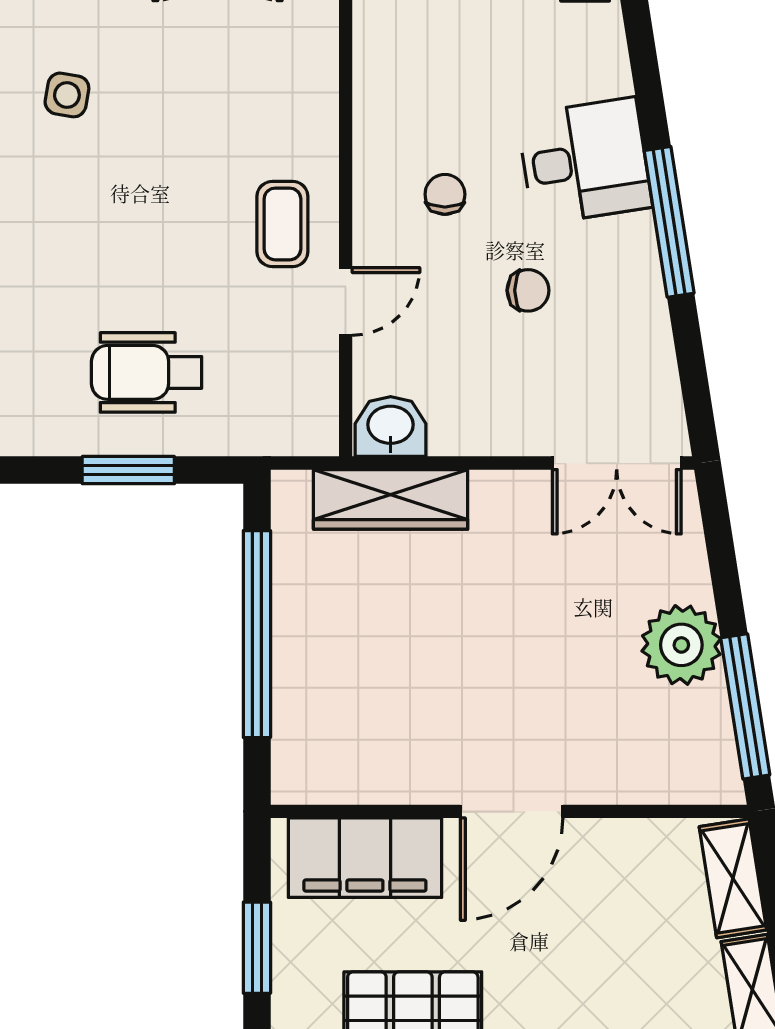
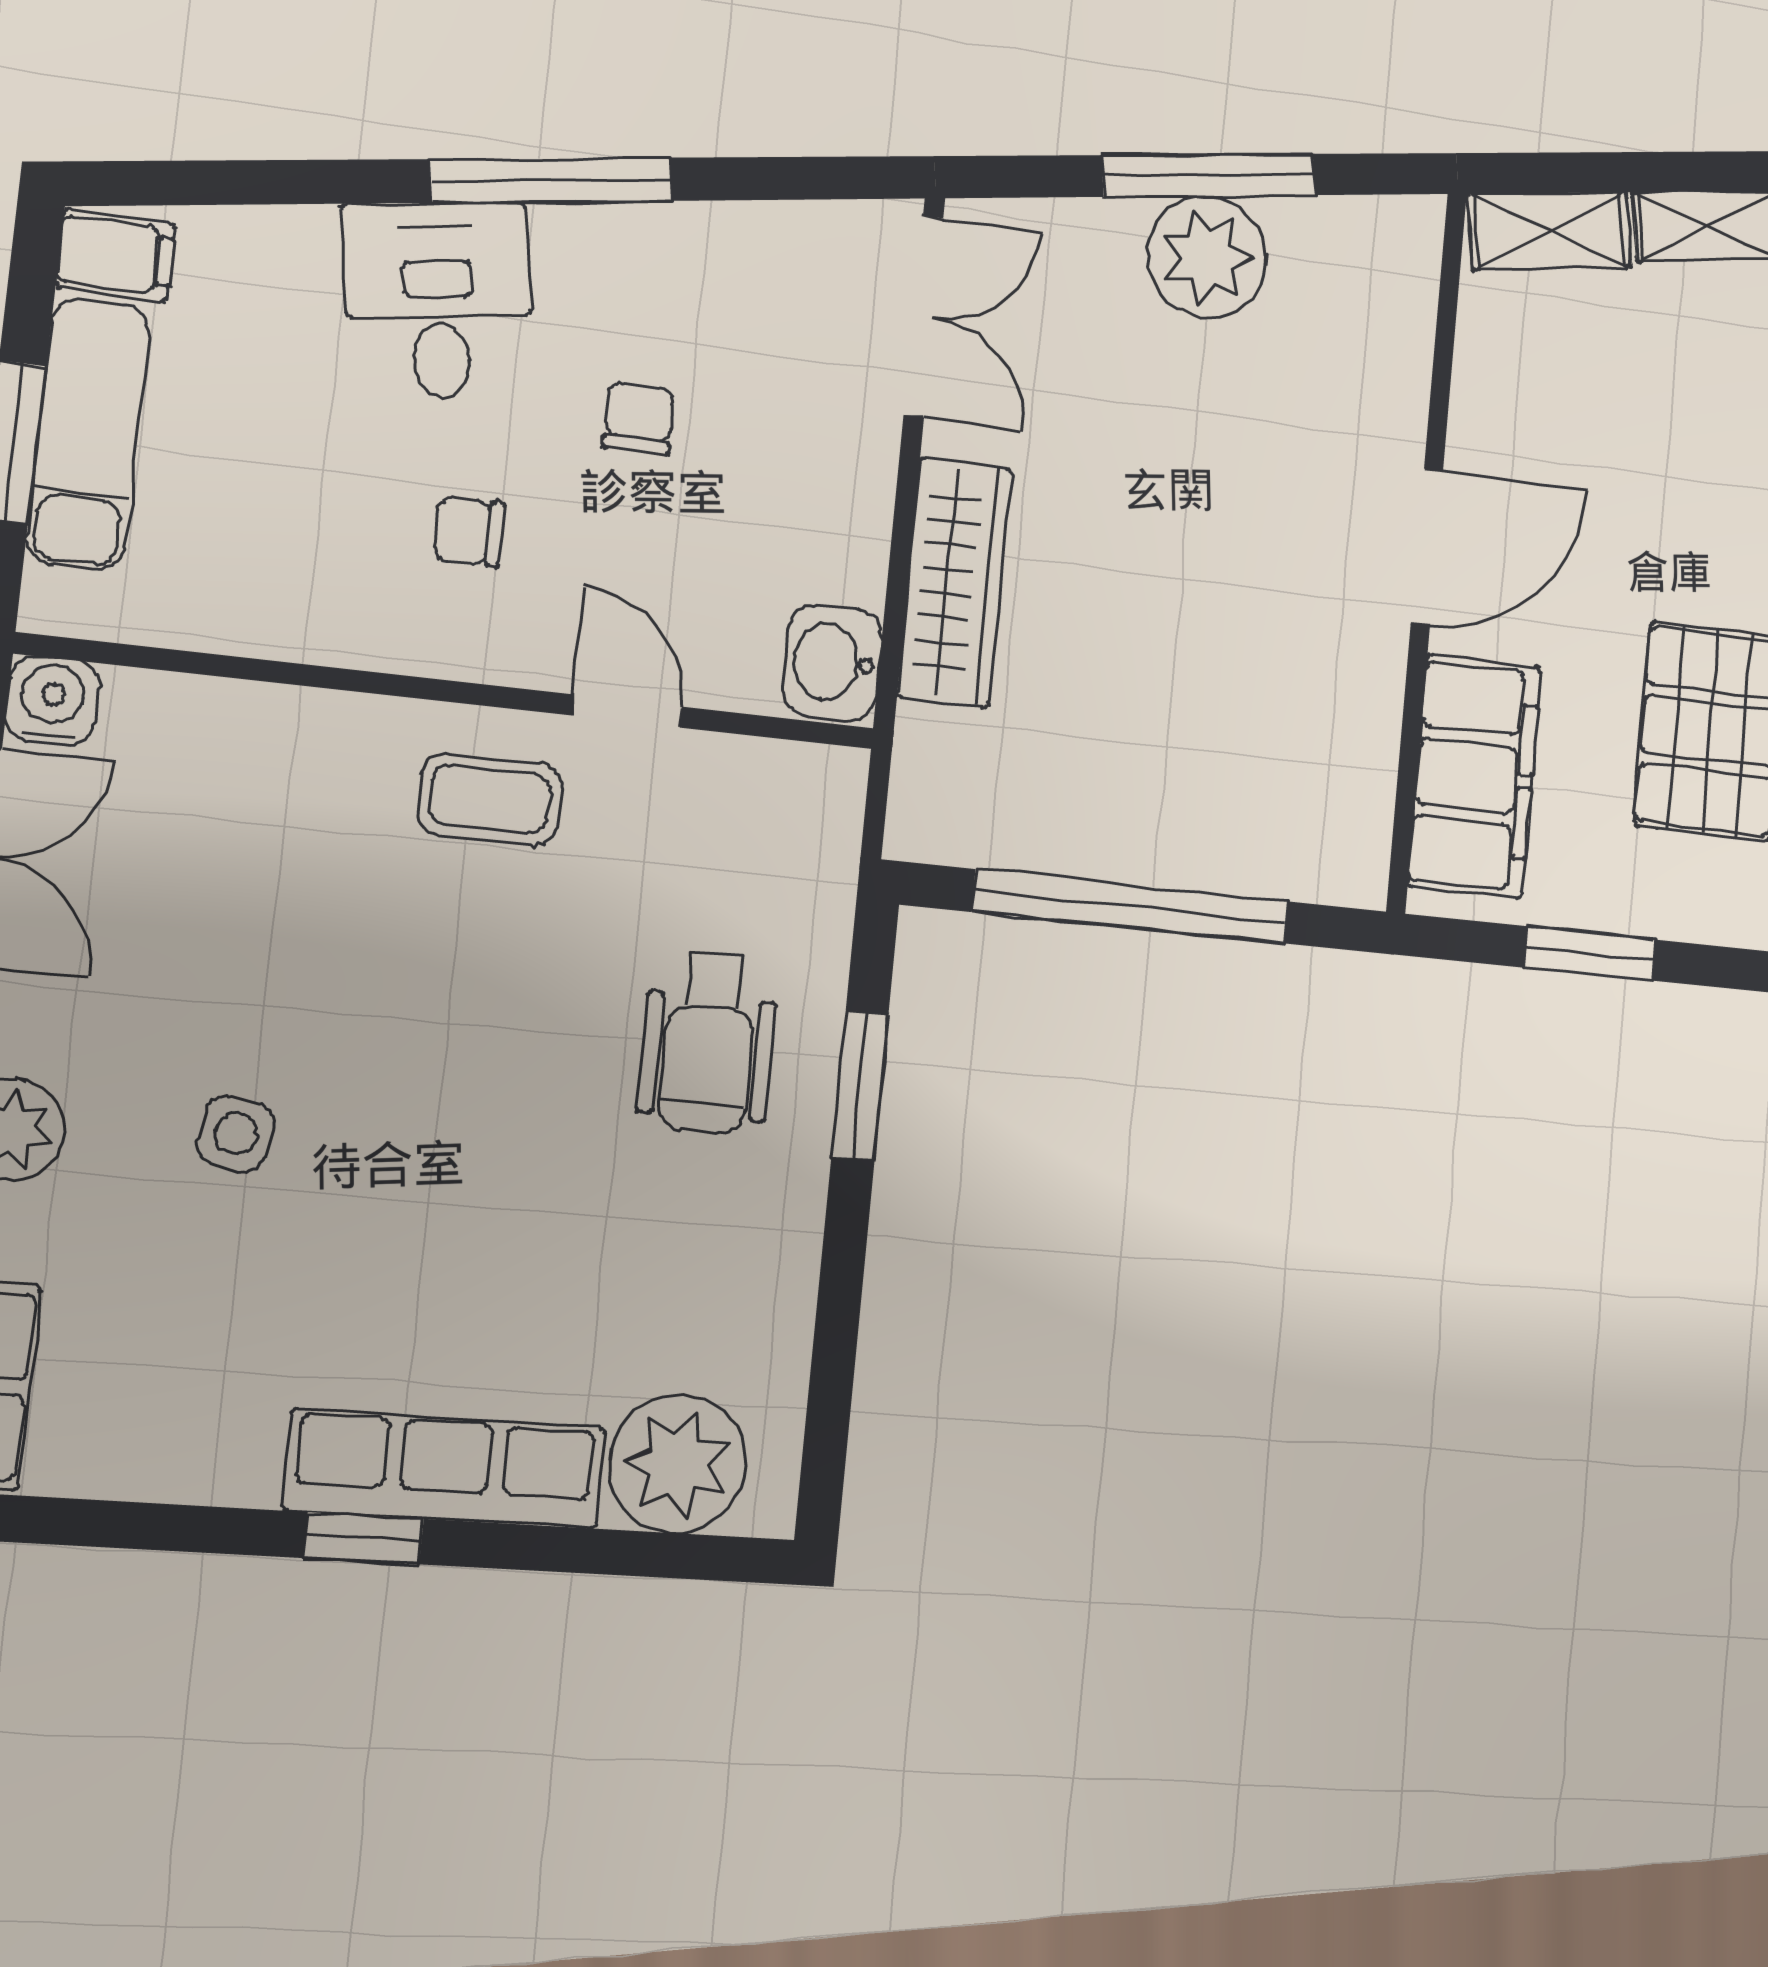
wardrobe: (391, 499) -> (954, 582), moved
window: (745, 706) -> (1209, 175), moved
door: (512, 811) -> (1427, 547), hinge flipped

